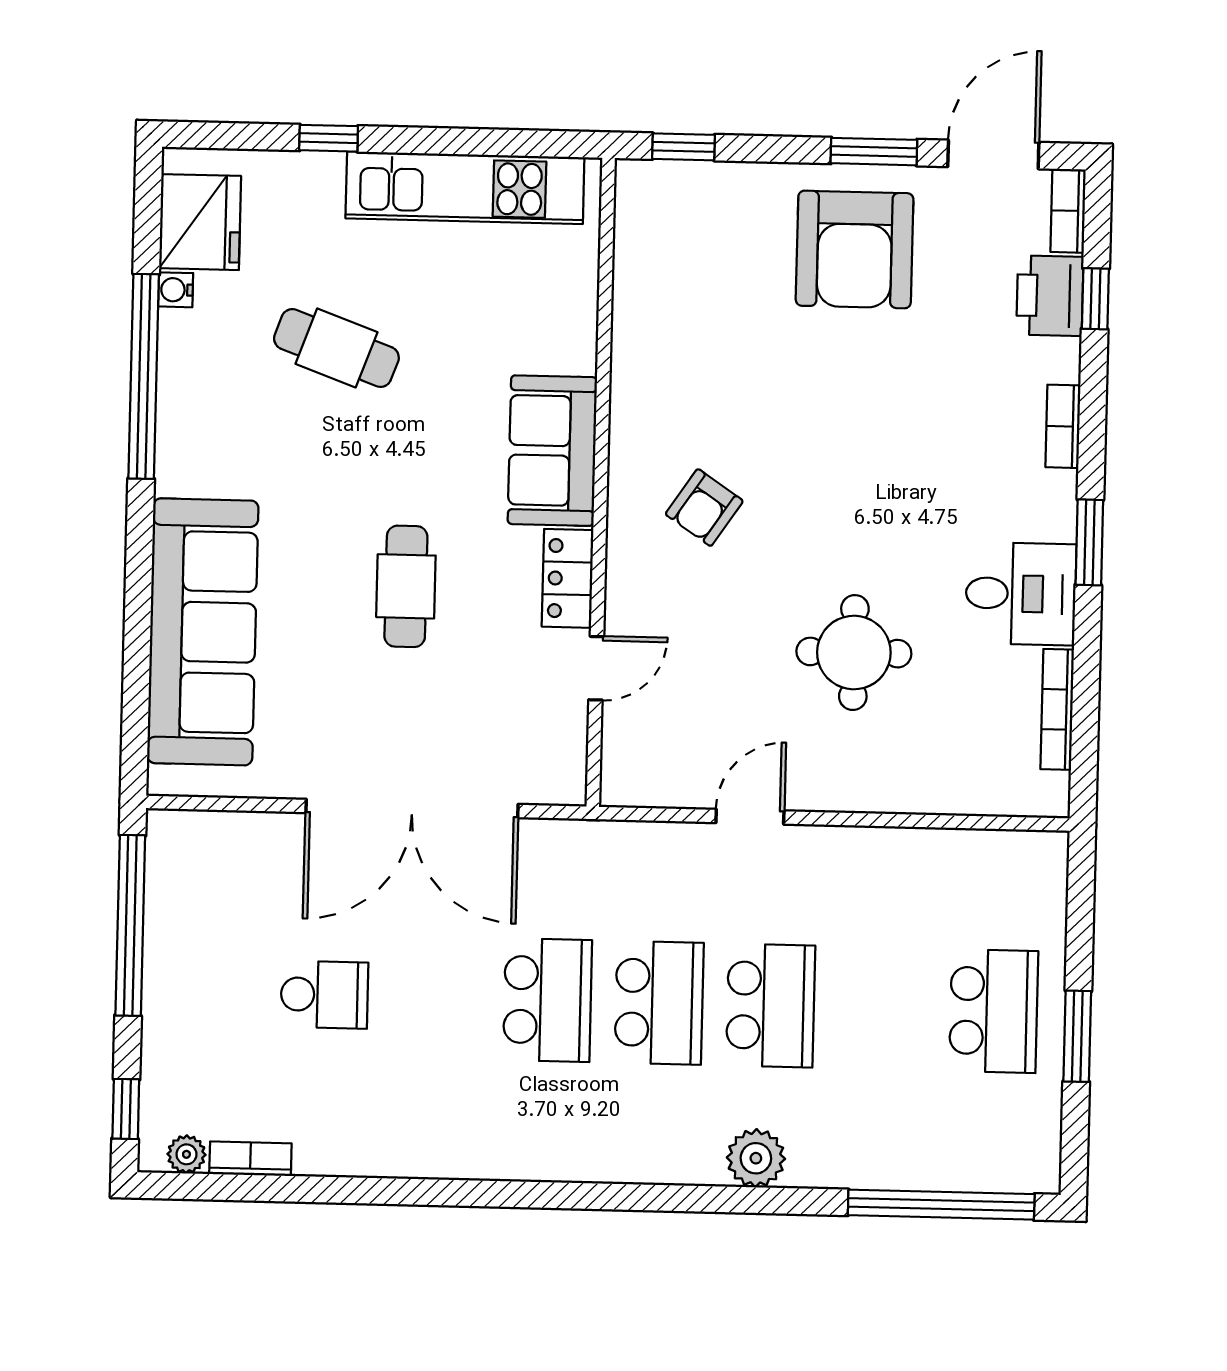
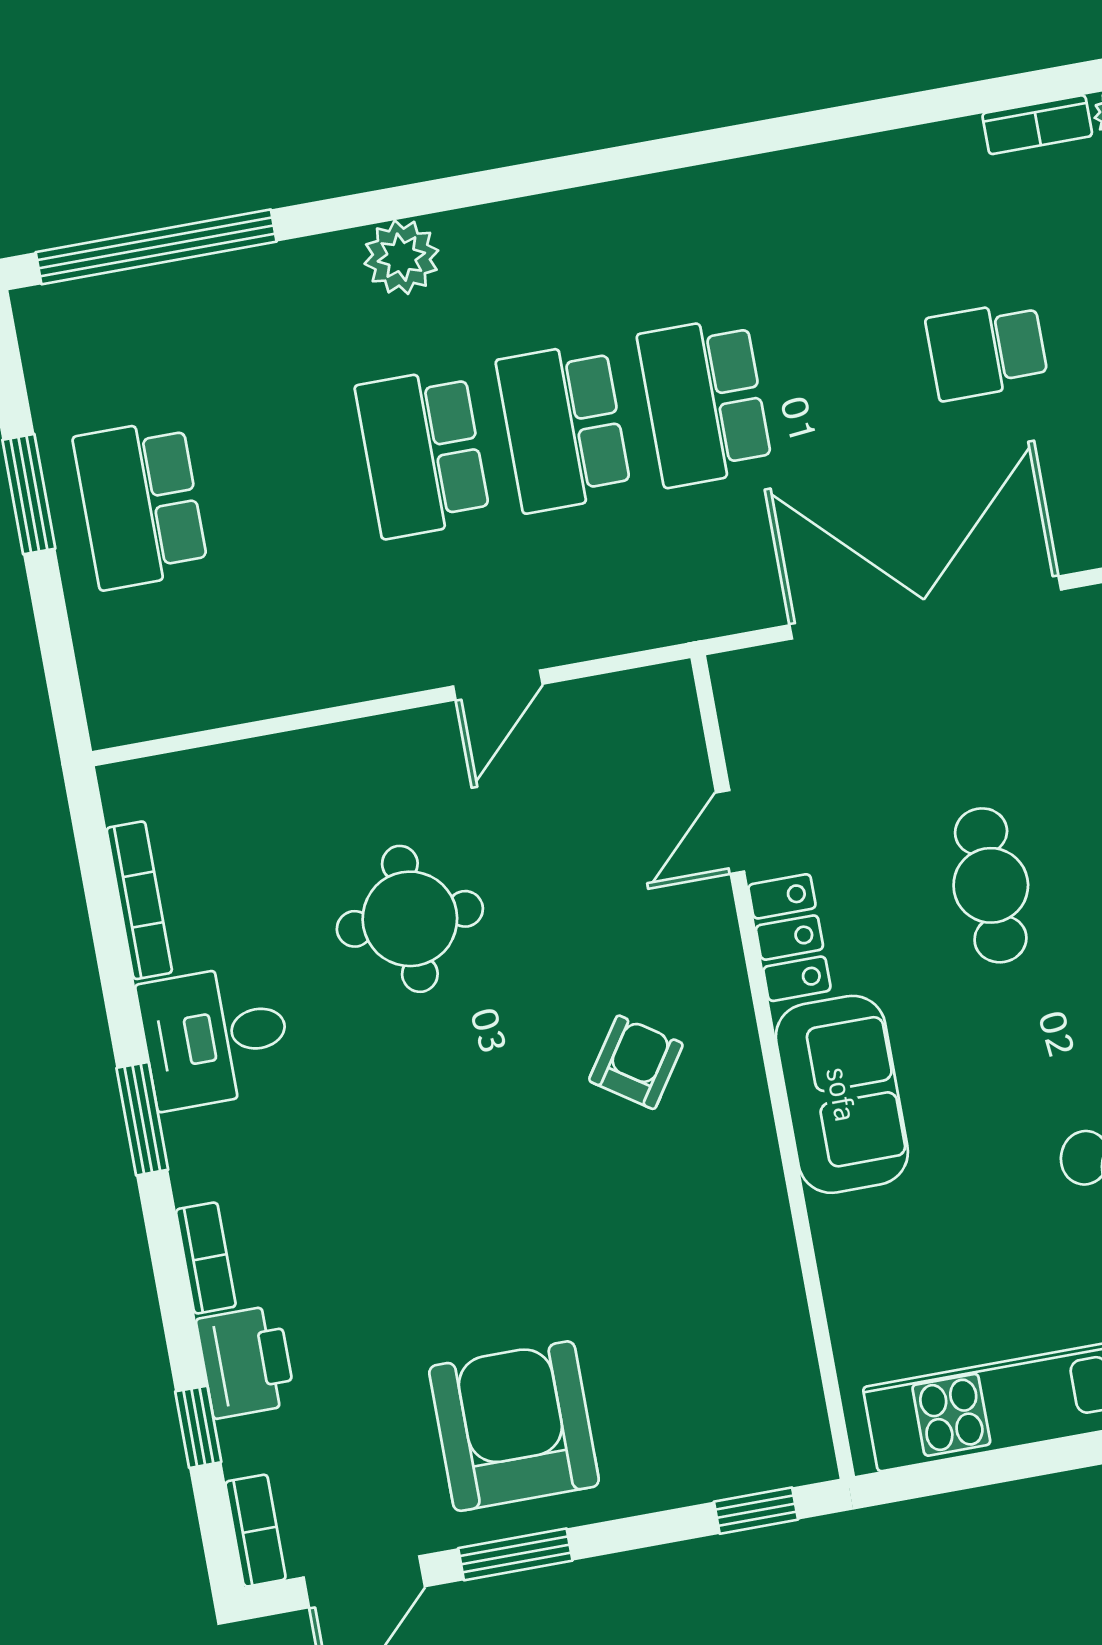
printer: (1050, 296) -> (246, 1362), moved

